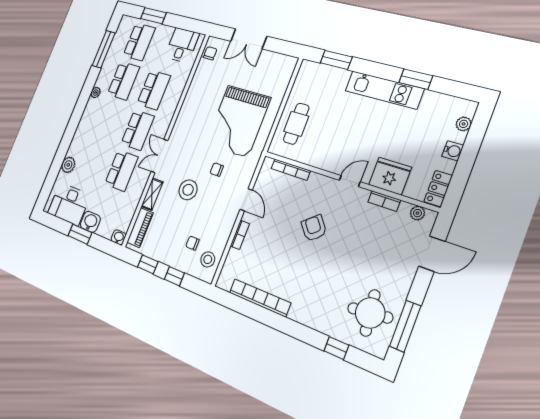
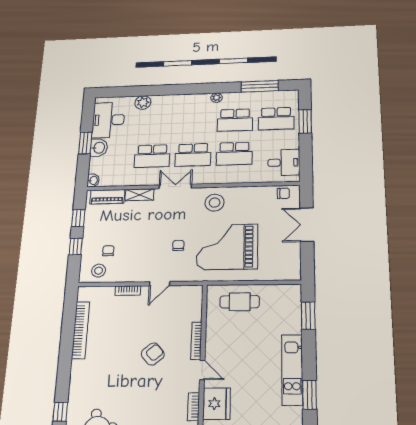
bookcase: (291, 170) -> (196, 341), moved
stool: (188, 190) -> (215, 203), moved

